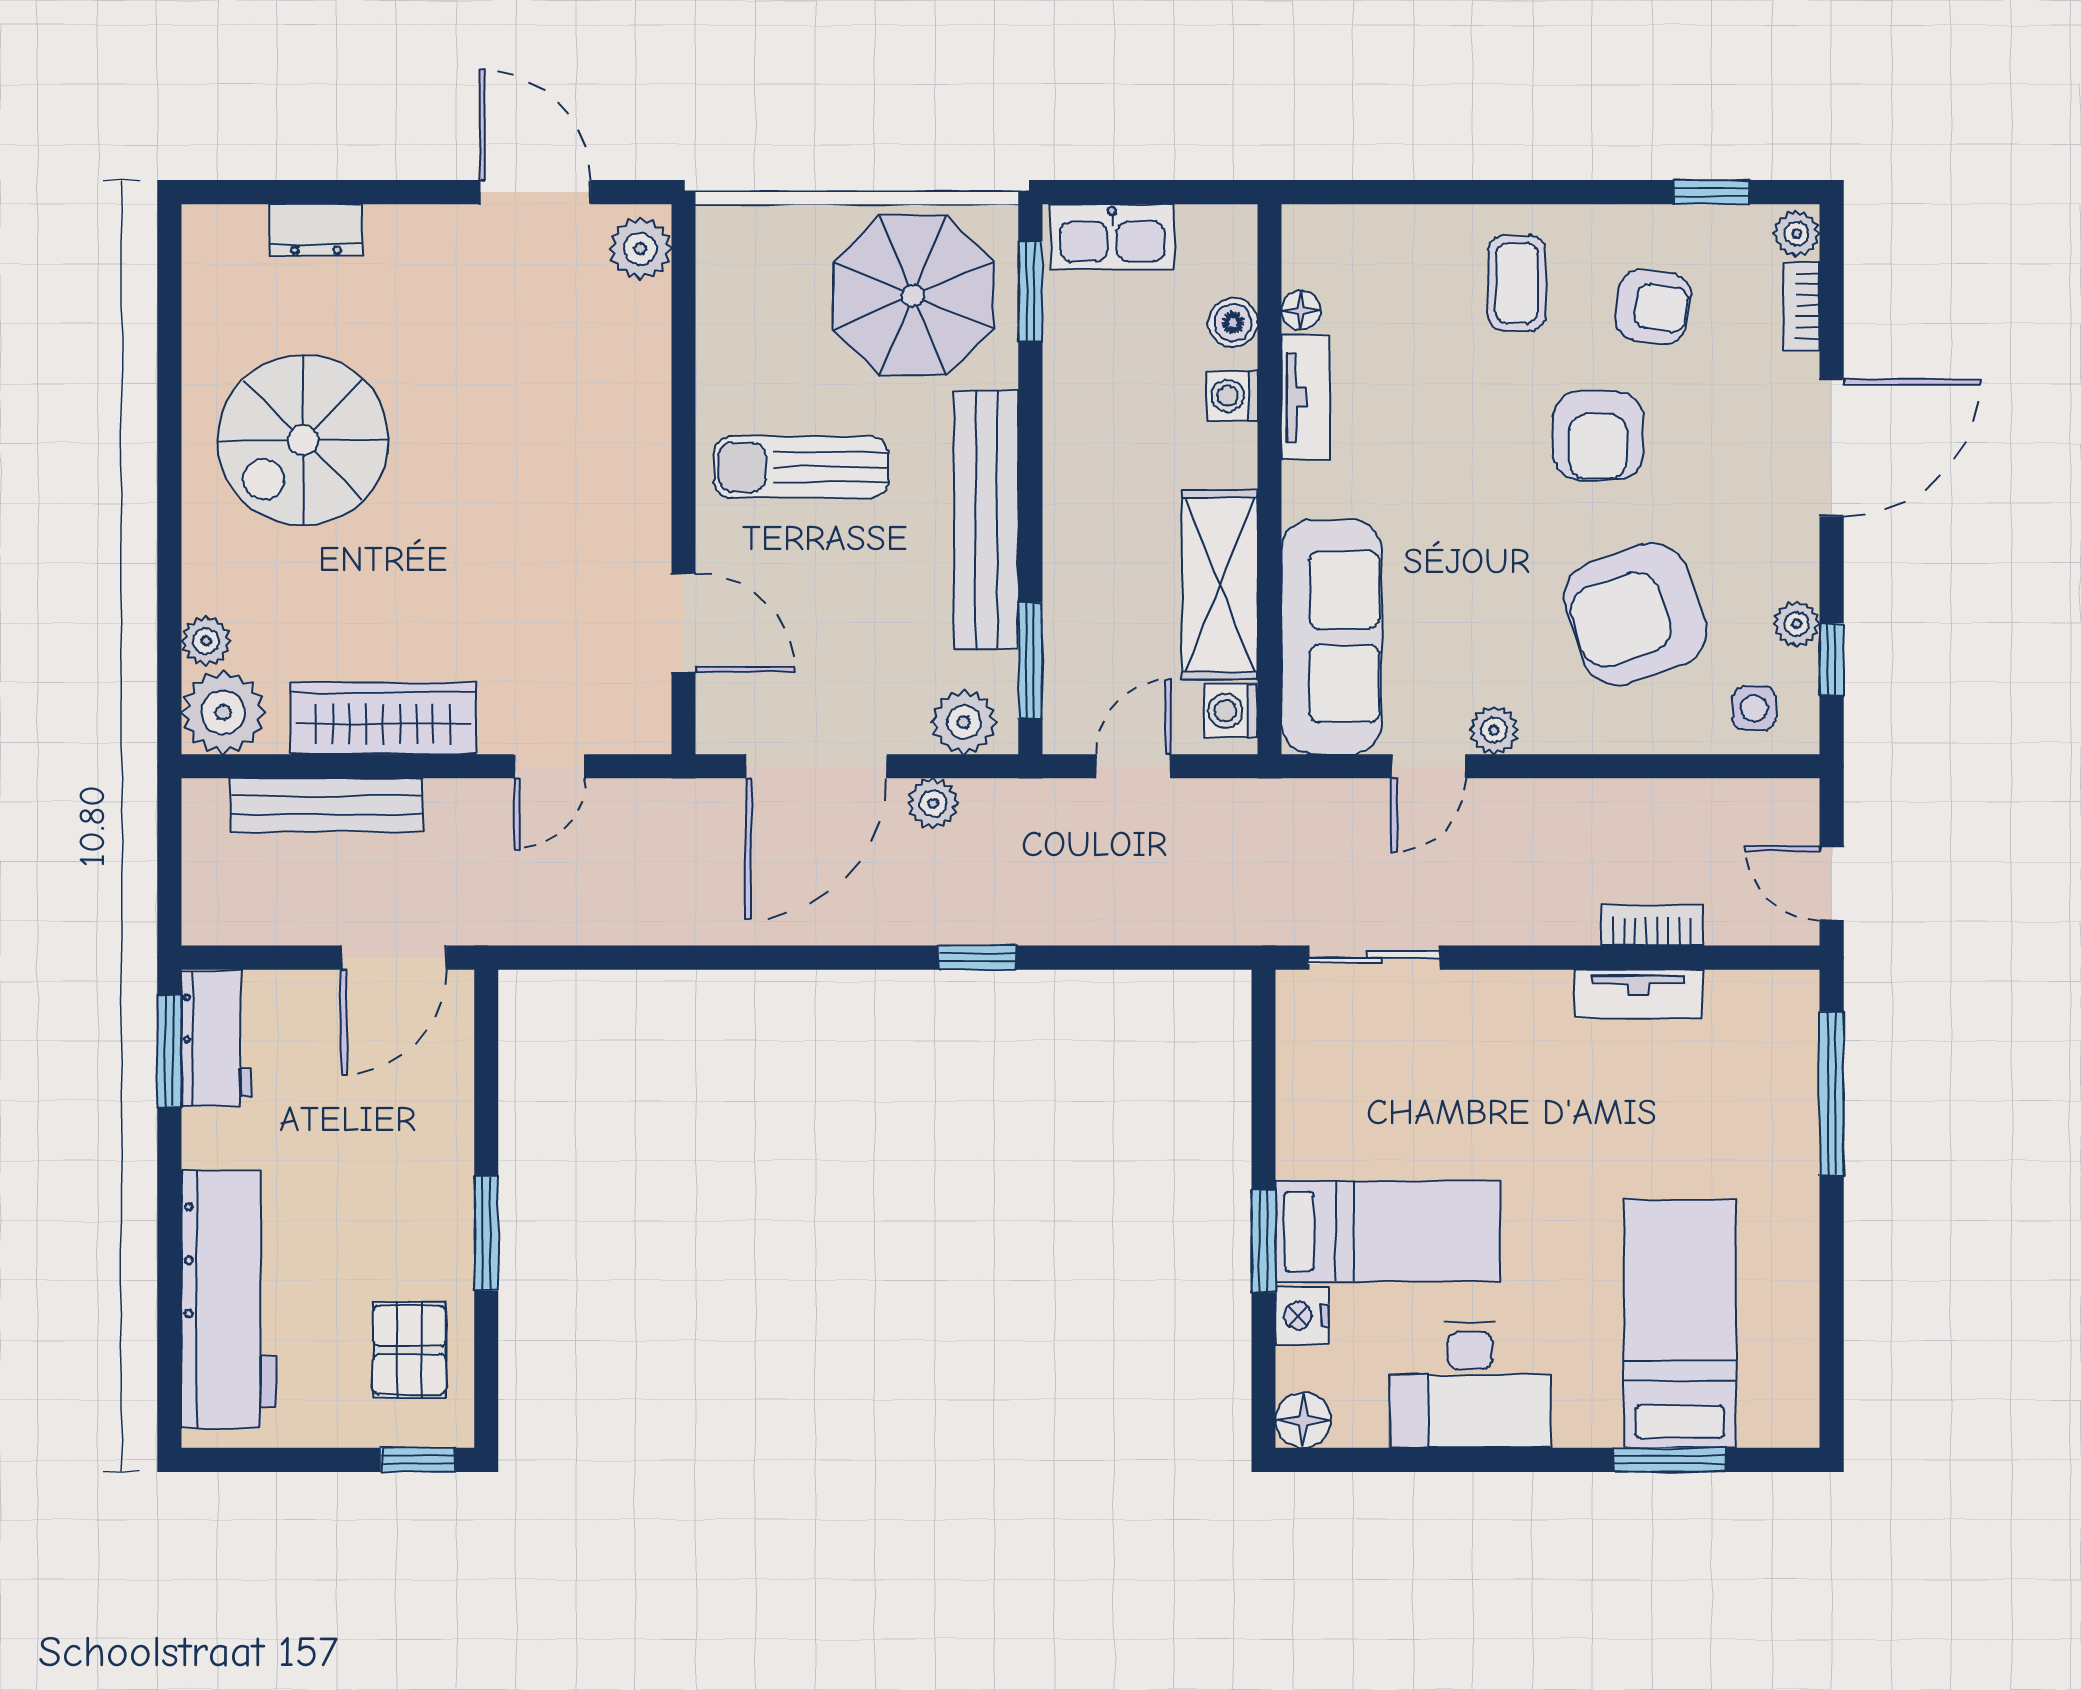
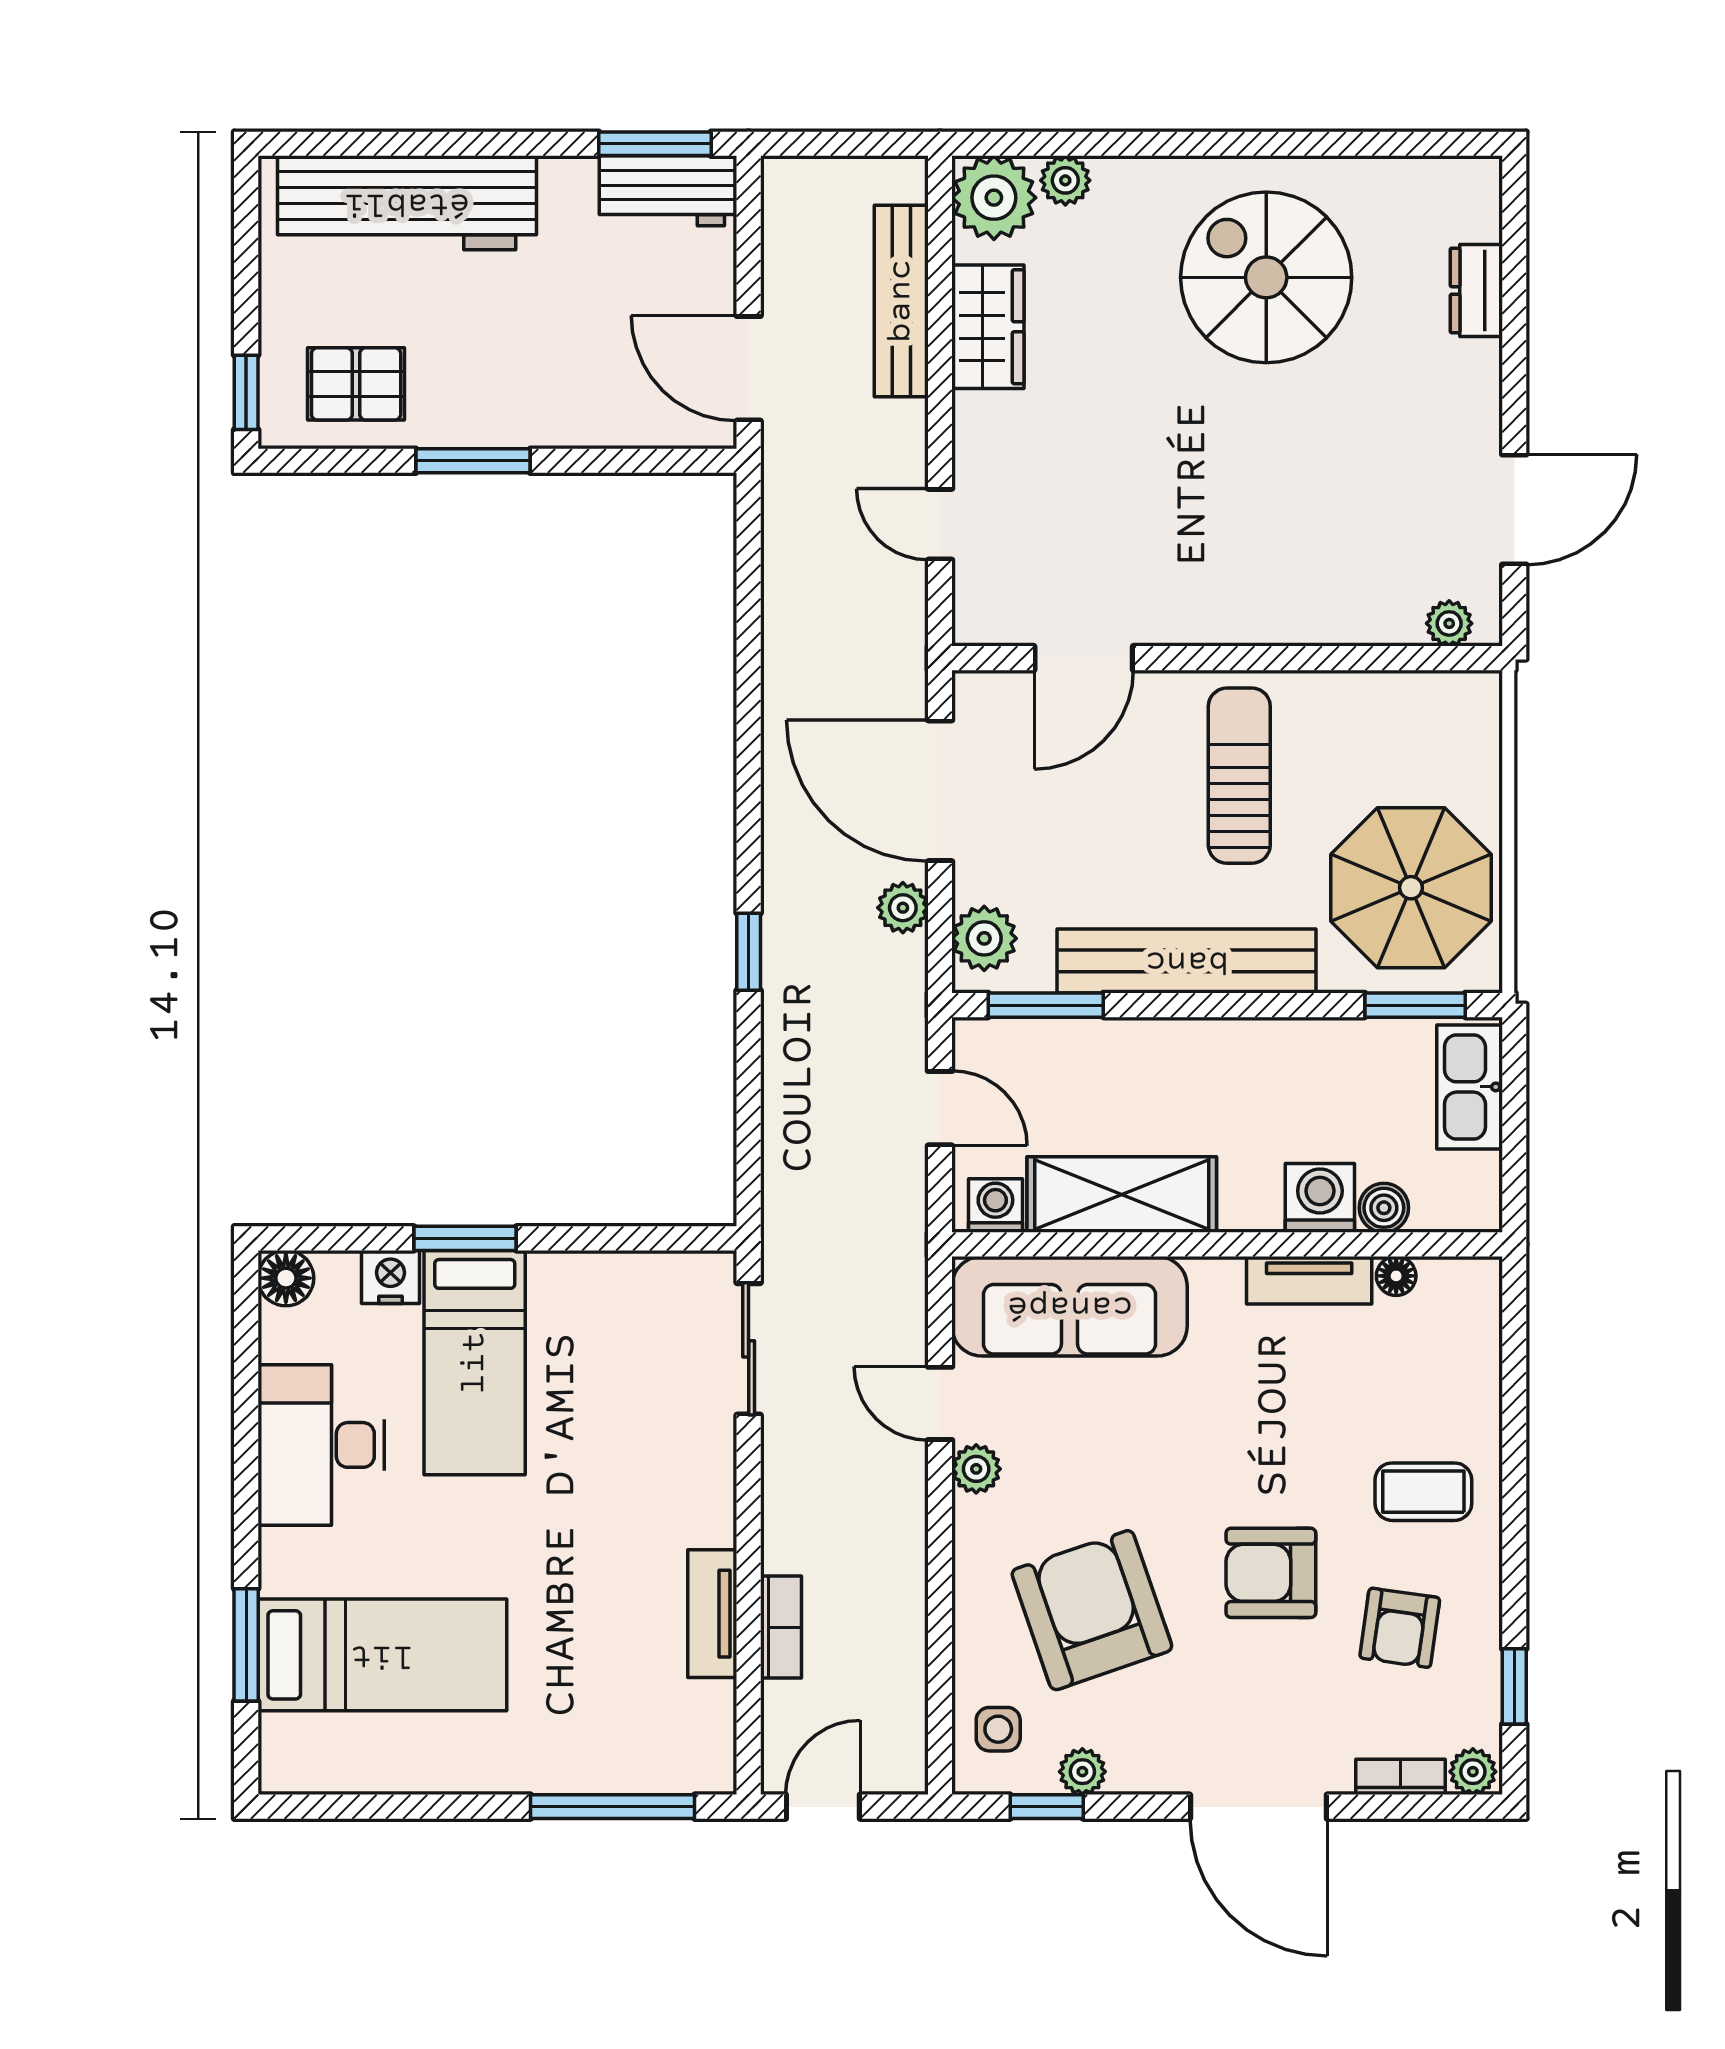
plant: (640, 249) -> (1449, 623), width x0.73, depth x0.73
washing machine: (1232, 396) -> (1320, 1198), width x1.38, depth x1.38
wardrobe: (383, 718) -> (988, 327), width x0.67

